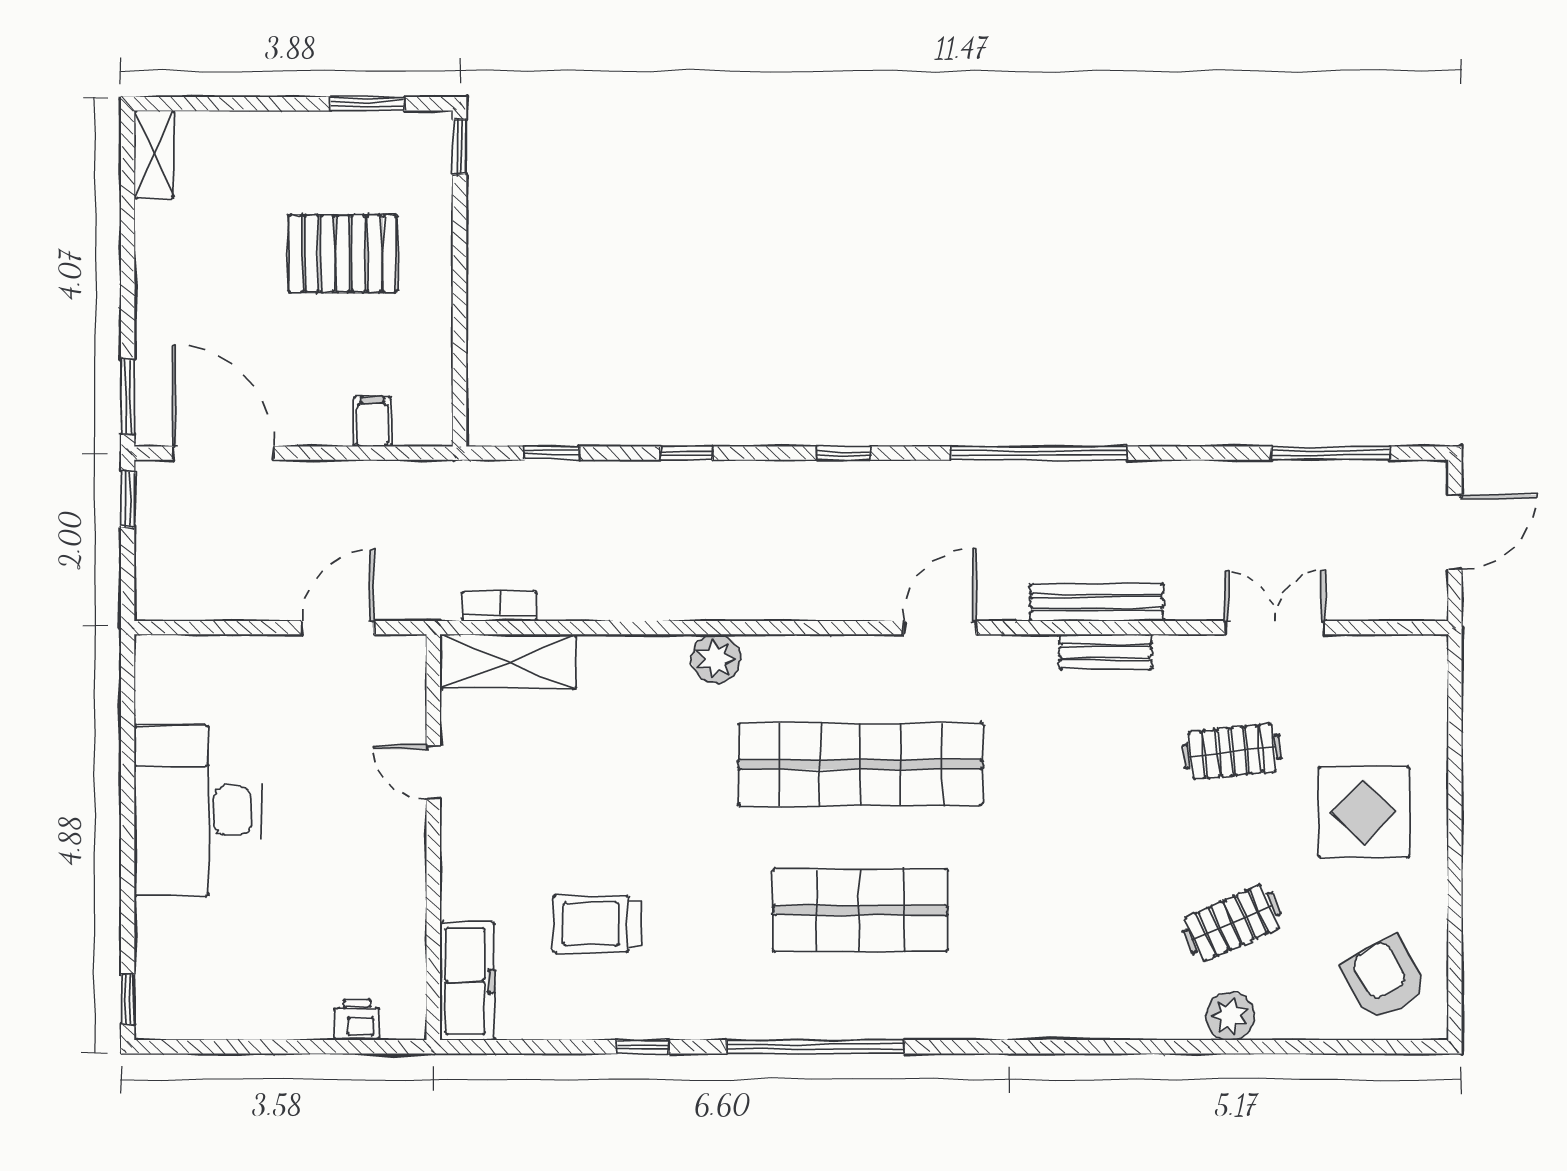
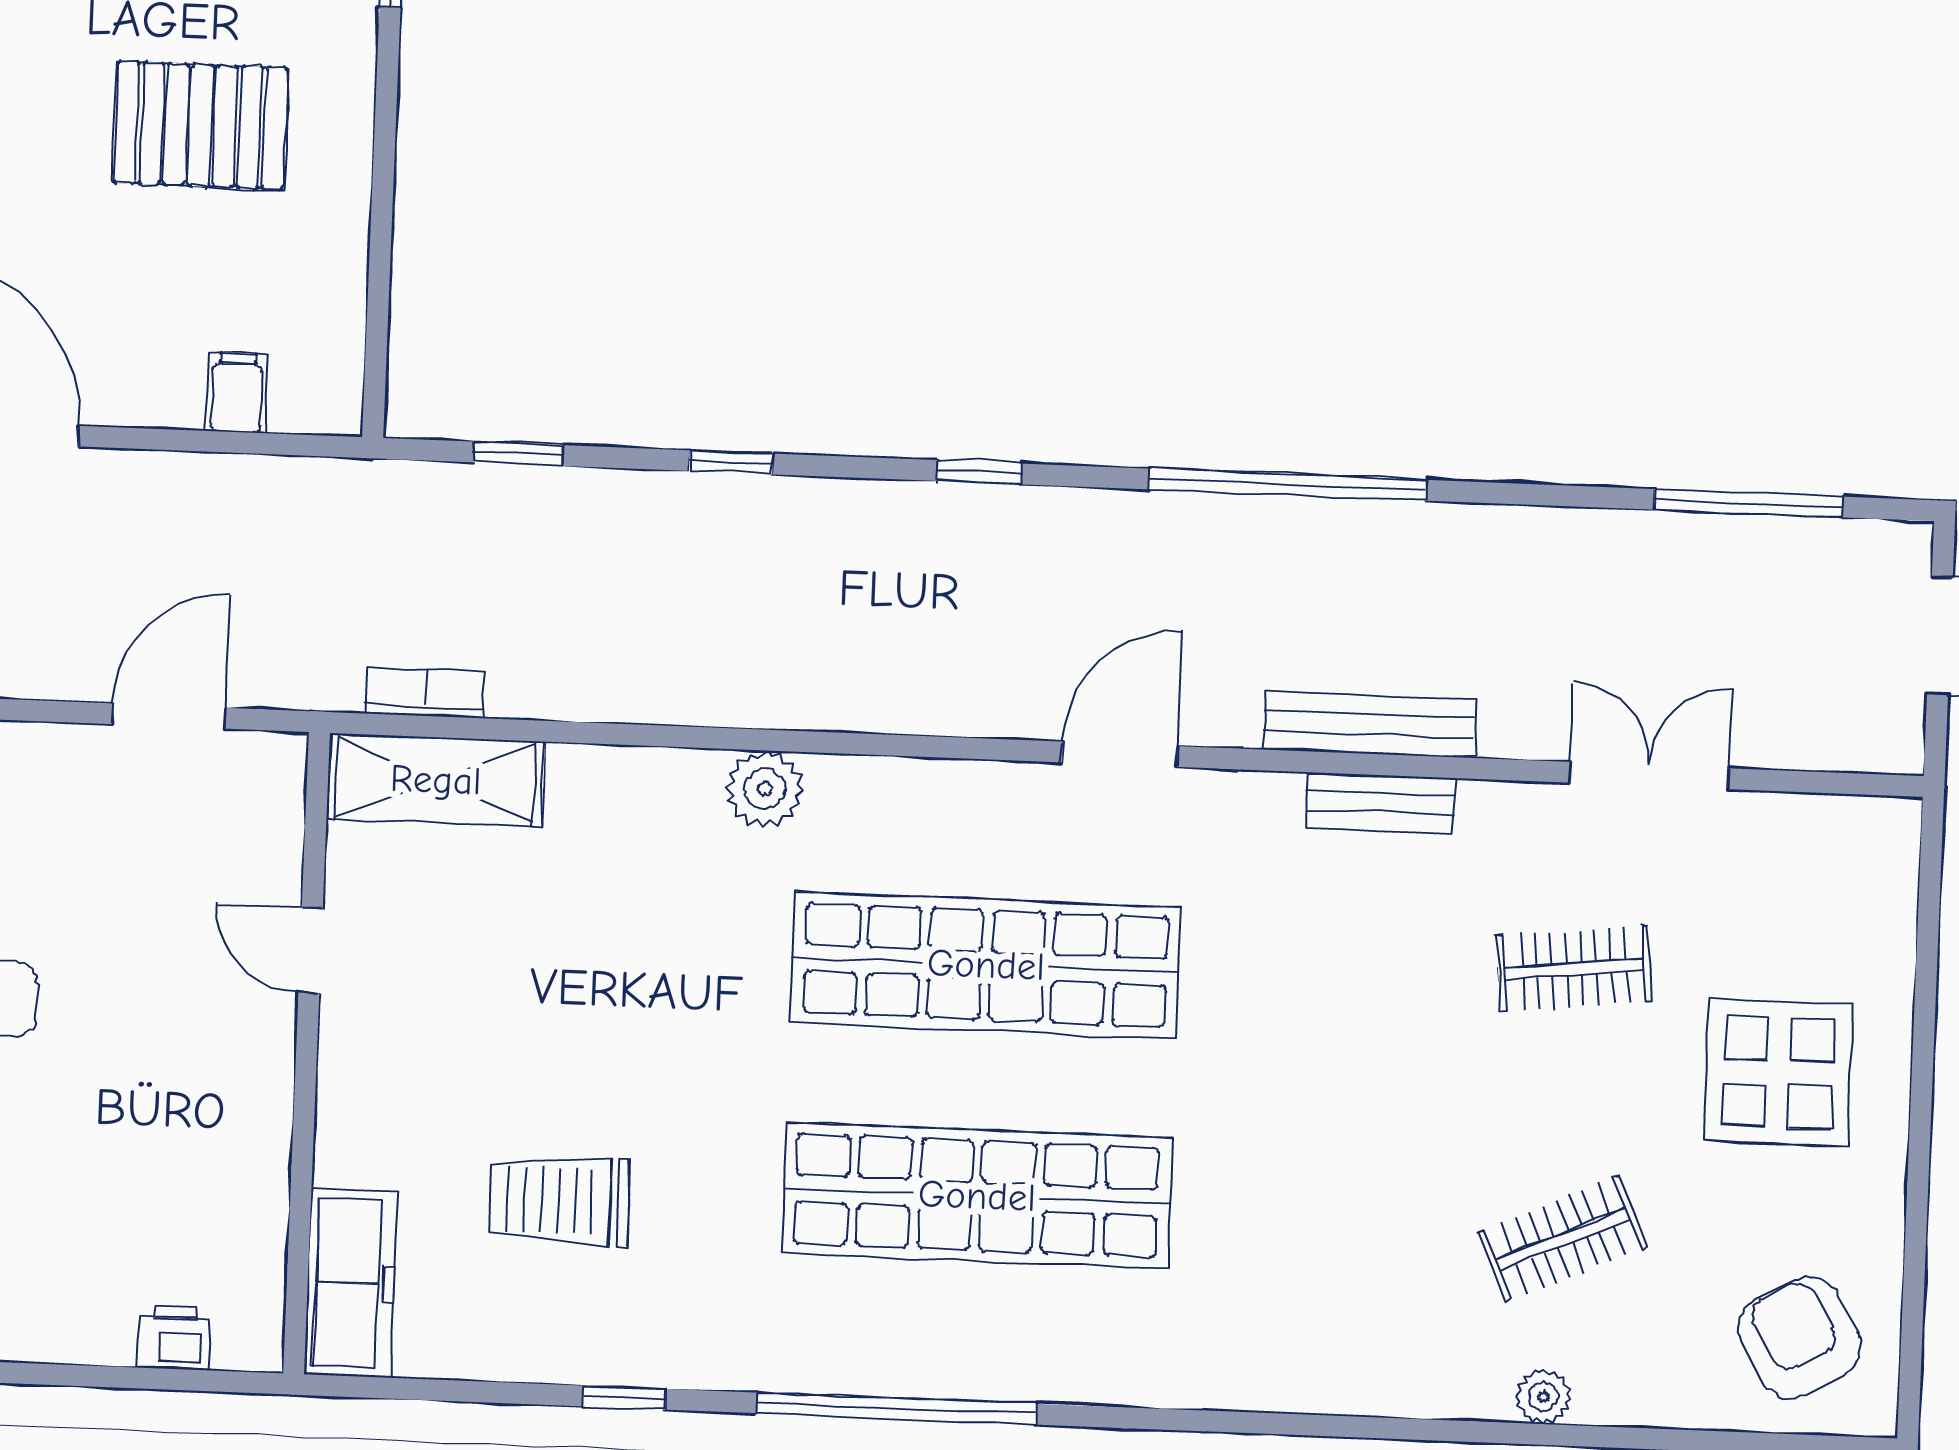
shop shelf: (860, 910) -> (977, 1196), width x1.40
plant: (1230, 1016) -> (1543, 1397), width x0.73, depth x0.73

